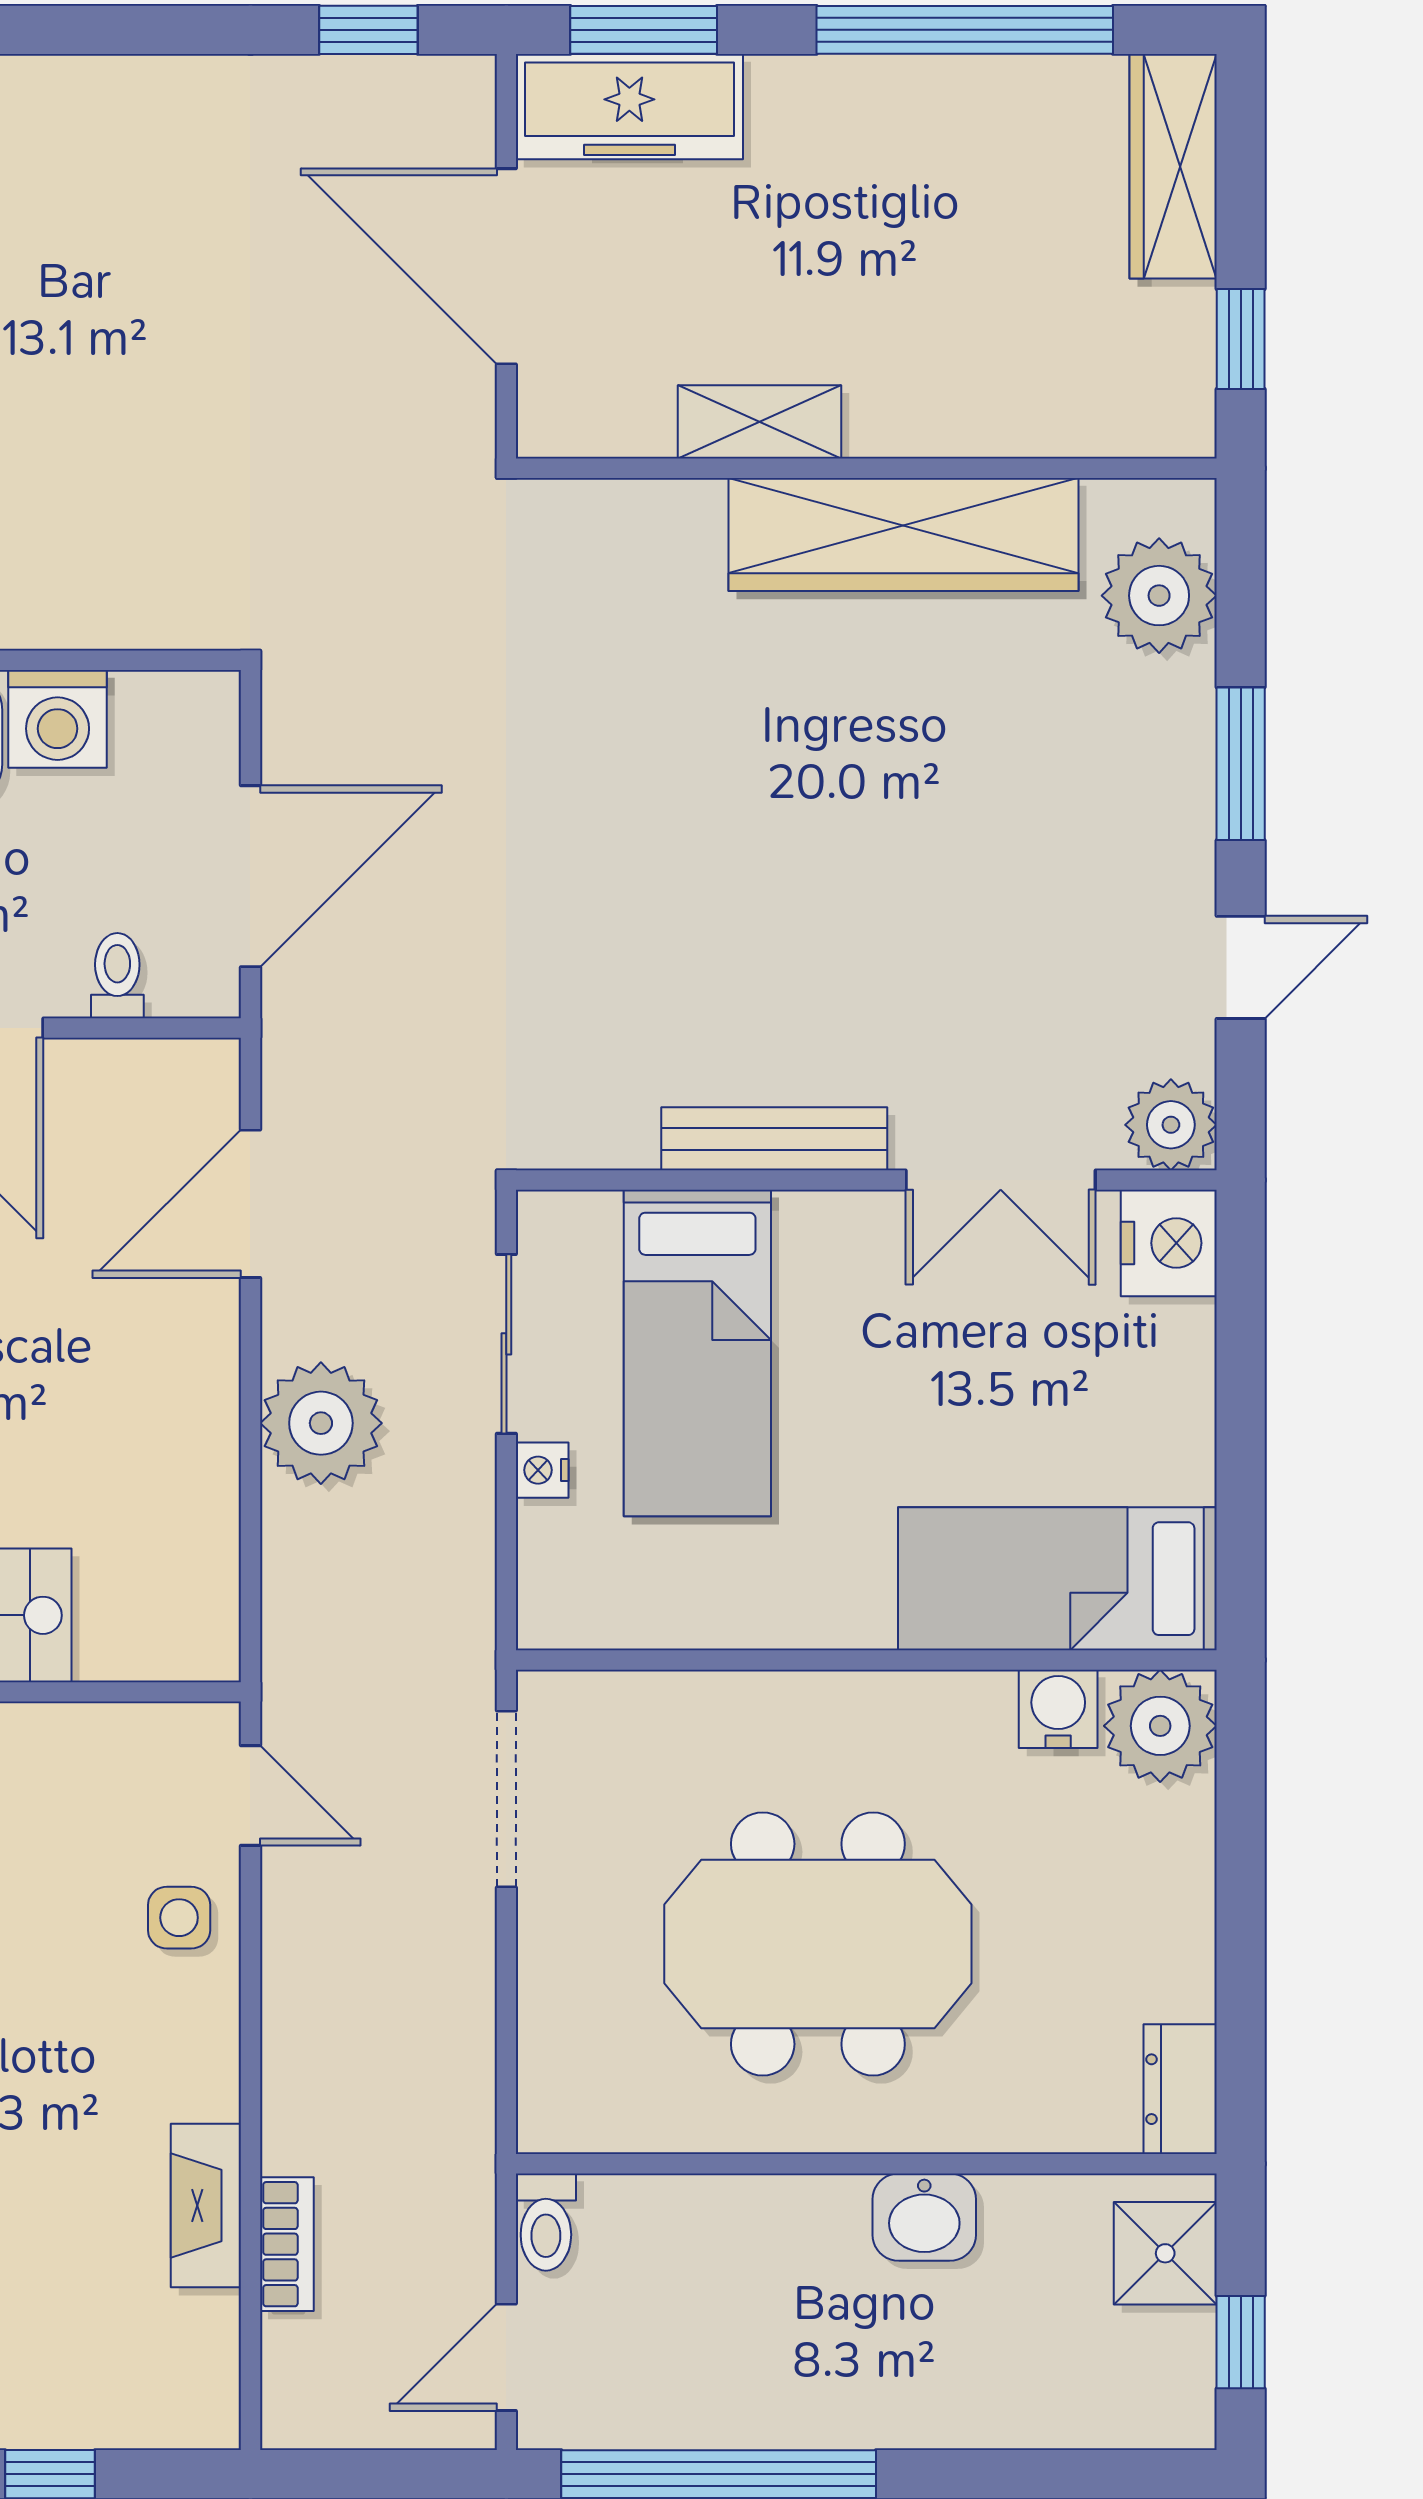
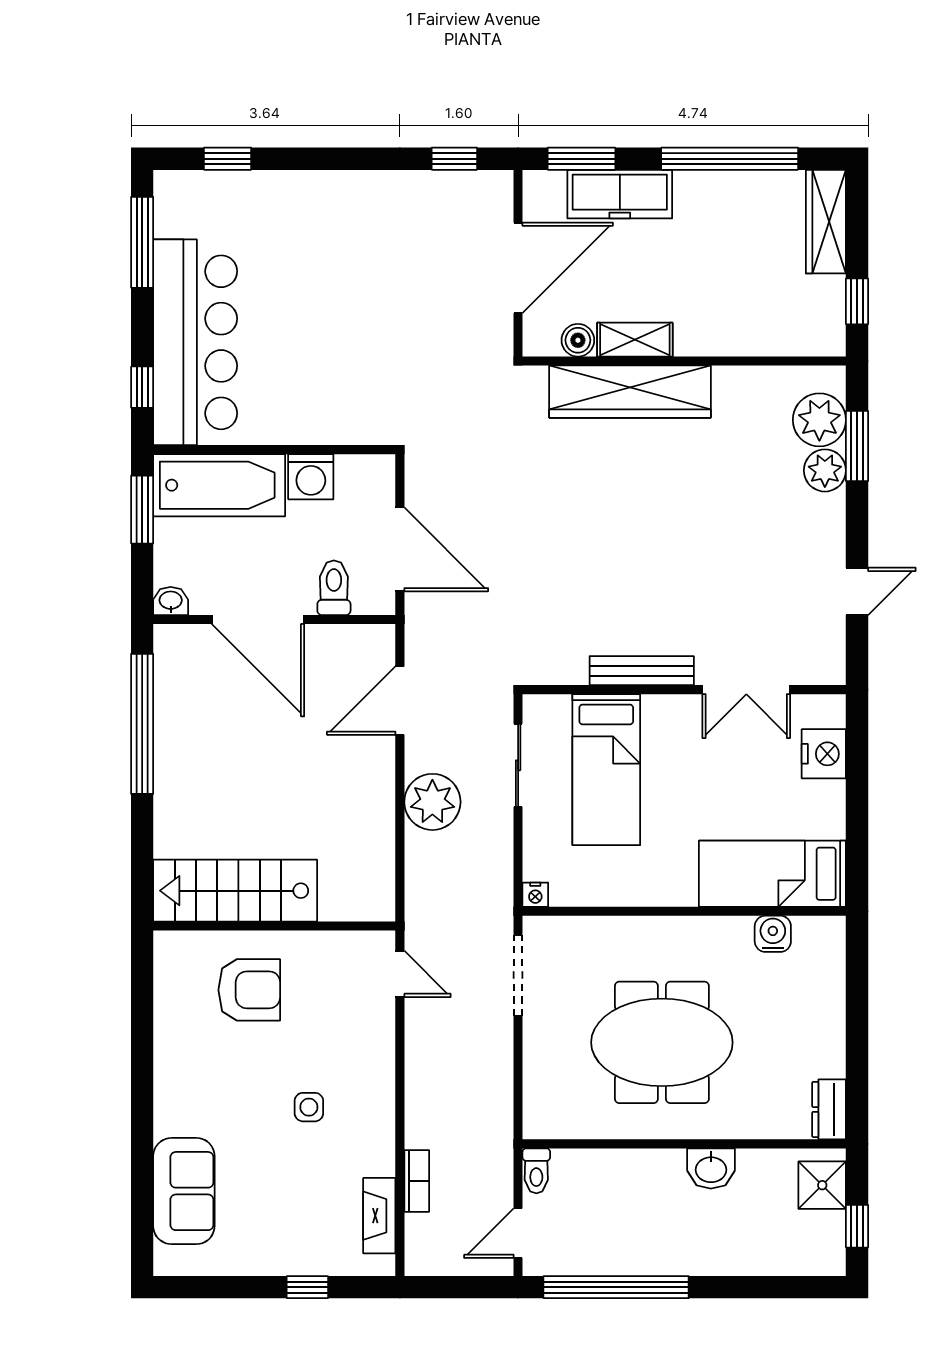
freezer: (629, 107) -> (620, 194), moved
door: (506, 266) -> (518, 268), swing flipped
boiler: (636, 423) -> (578, 340), added
wardrobe: (903, 535) -> (630, 392), moved
window: (1241, 764) -> (857, 446), moved
door: (250, 876) -> (400, 549), hinge flipped
toilet: (117, 976) -> (334, 588), width x1.37, depth x1.39
plant: (1171, 1125) -> (825, 470), moved
nightstand: (1169, 1243) -> (824, 754), moved
nightstand: (542, 1470) -> (535, 895), moved, turned -90
plant: (1160, 1726) -> (820, 942), removed
side table: (179, 1918) -> (309, 1107), moved
fireplace: (206, 2206) -> (379, 1216), moved

